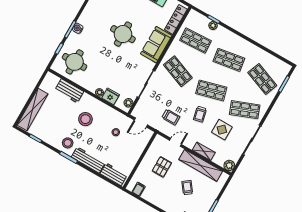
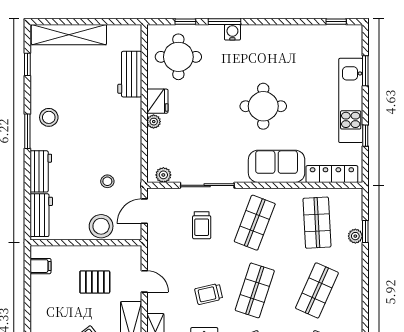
shop shelf: (229, 60) -> (317, 290), turned 33
shop shelf: (211, 90) -> (255, 290), turned 33
fridge: (111, 96) -> (157, 101), moved
trolley: (171, 117) -> (202, 225), moved
stool: (85, 119) -> (101, 226), moved
door: (141, 122) -> (144, 211), hinge flipped
workbench: (88, 160) -> (41, 171), width x0.73

